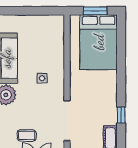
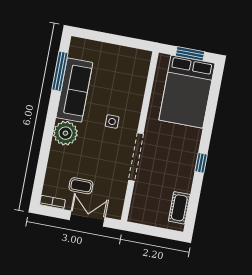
window: (121, 115) -> (201, 163), moved
doorway: (67, 121) -> (136, 157), moved

